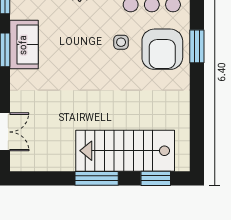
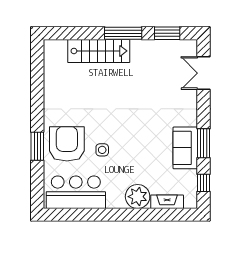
stairs: (125, 151) -> (99, 51), width x0.73, depth x0.66
window: (156, 178) -> (167, 33), moved

